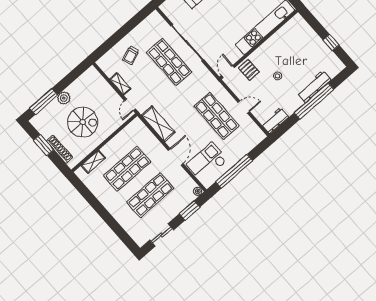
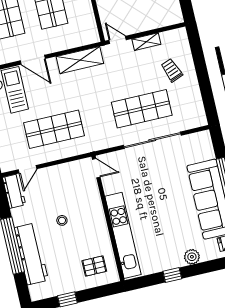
pallet: (249, 70) -> (94, 266), moved
workbench: (314, 86) -> (31, 254), width x1.36, depth x1.32
door: (244, 107) -> (28, 169), moved

